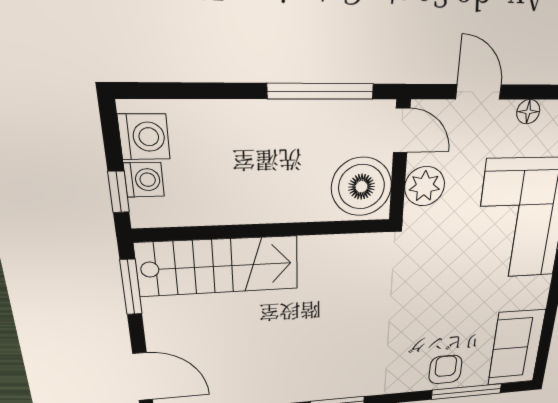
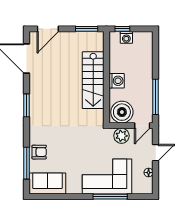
washing machine: (144, 137) -> (117, 81), moved, turned -90
stairs: (219, 266) -> (93, 80), moved

